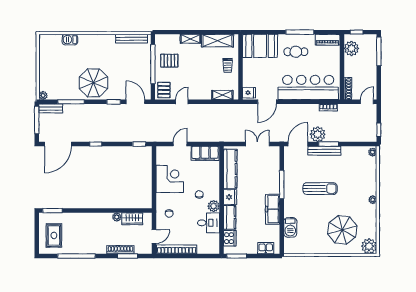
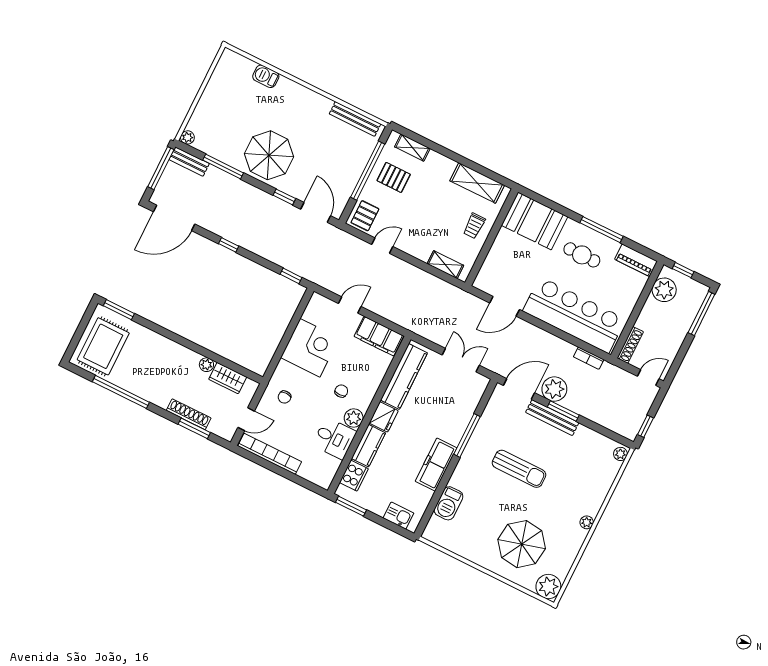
shelving: (191, 39) -> (412, 148), moved
fridge: (249, 93) -> (485, 280), removed
rug: (54, 235) -> (103, 346), width x1.36, depth x1.43

